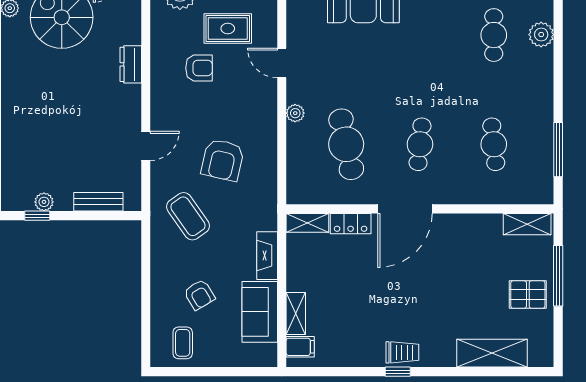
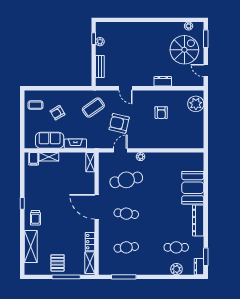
rug: (228, 28) -> (179, 126), removed
door: (282, 63) -> (120, 150), moved
locker: (351, 224) -> (90, 242), moved
trolley: (402, 352) -> (35, 218), moved

